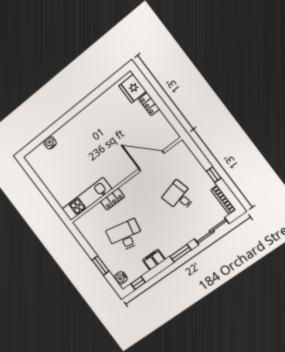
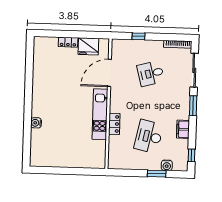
fridge: (132, 89) -> (88, 46), moved
water cooler: (50, 143) -> (36, 123), moved
window: (214, 175) -> (138, 36), moved
kitchen unit: (87, 199) -> (100, 114), moved
water cooler: (121, 278) -> (167, 165), moved

